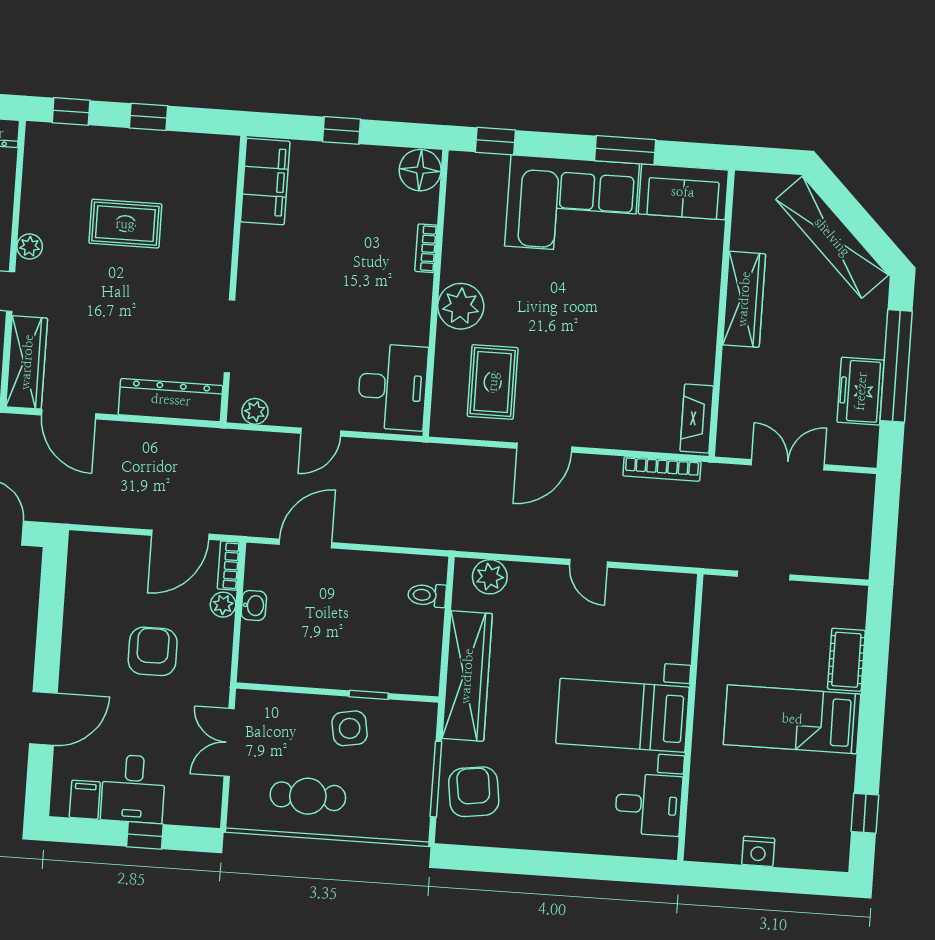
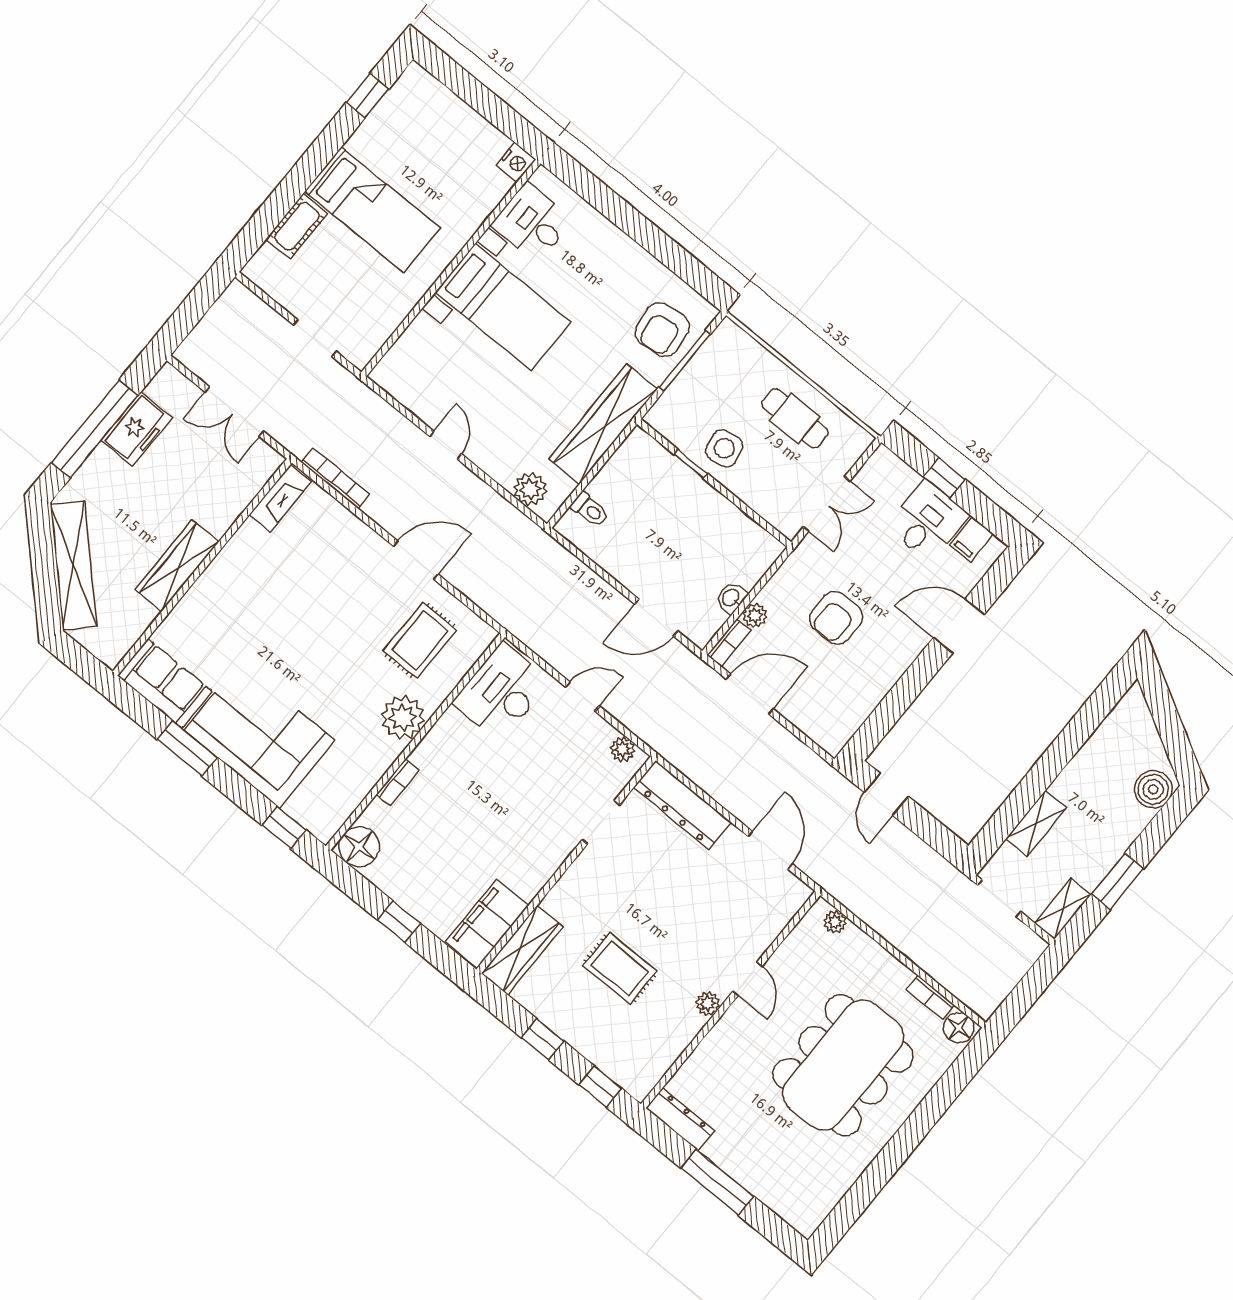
doorway: (229, 336) -> (601, 822), width x0.73
wardrobe: (27, 362) -> (522, 950), moved, turned 180
nightstand: (758, 851) -> (516, 162), moved, turned 90

